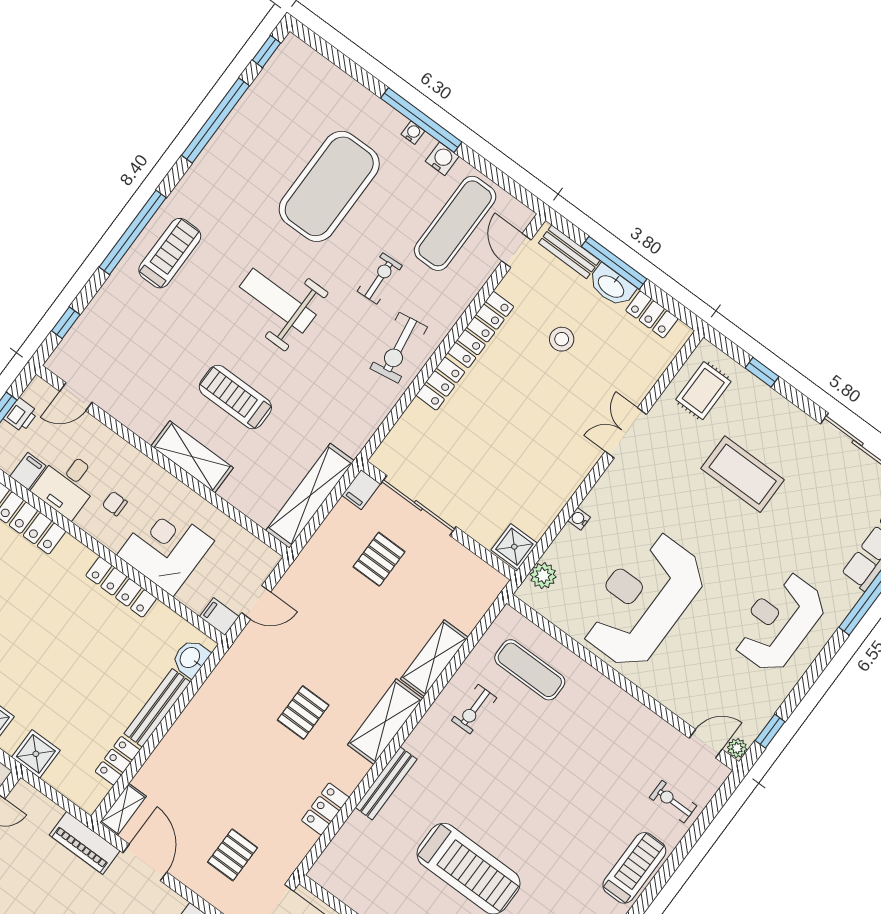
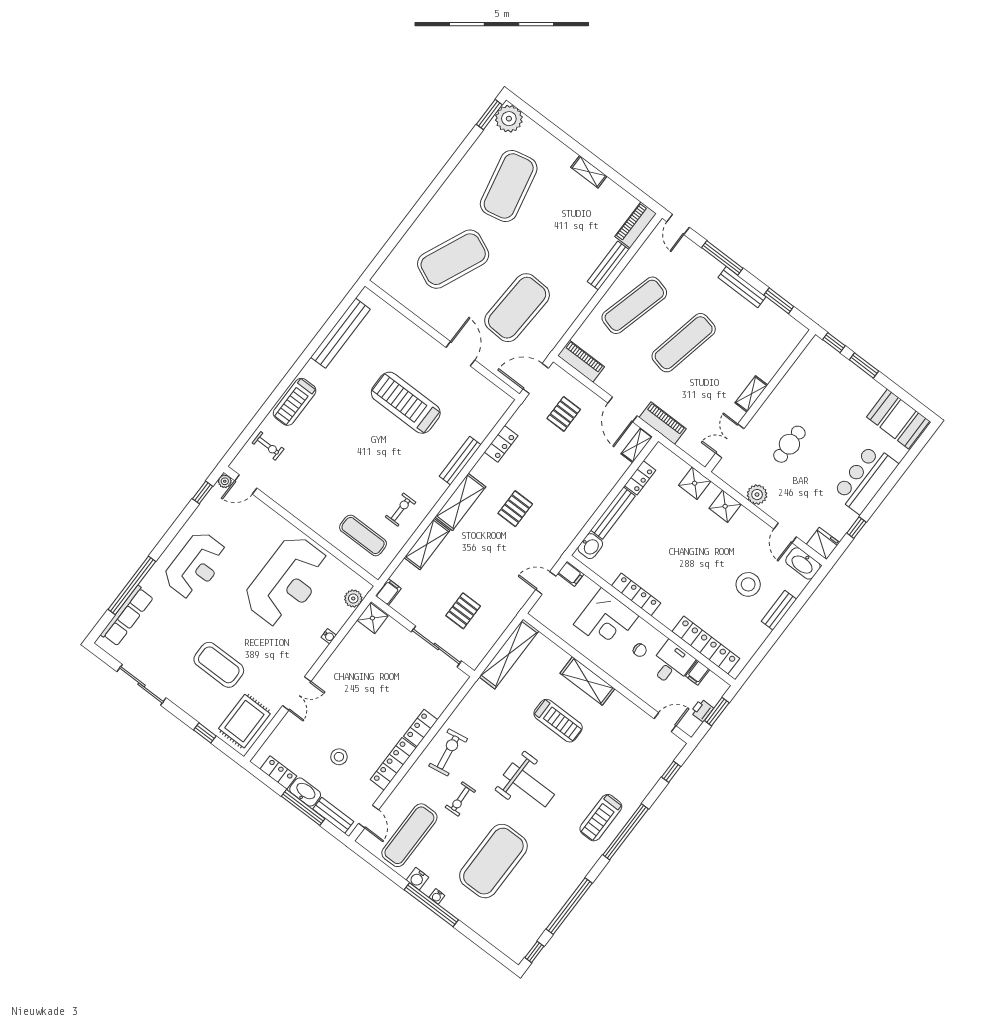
rug: (703, 391) -> (244, 721), width x1.36, depth x1.43
filing cabinet: (361, 490) -> (388, 592), moved

